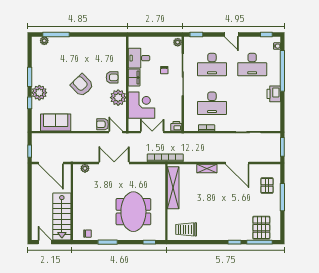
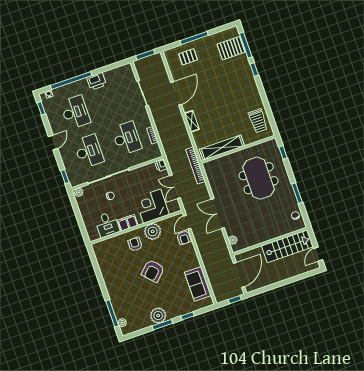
plant: (39, 93) -> (158, 316), moved
meeting table: (133, 212) -> (259, 178), turned 90

